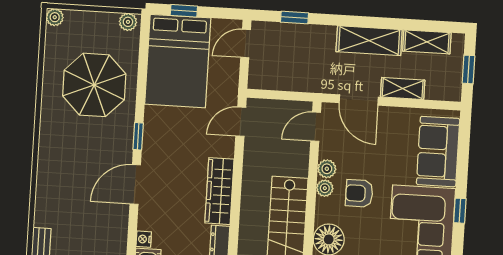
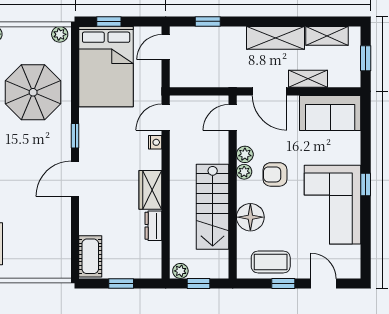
sofa: (438, 152) -> (330, 113), moved, turned -90
wardrobe: (219, 191) -> (150, 190), width x0.67
nightstand: (144, 239) -> (155, 142), moved, turned 180

